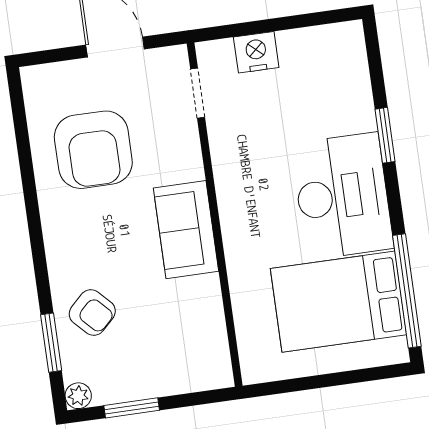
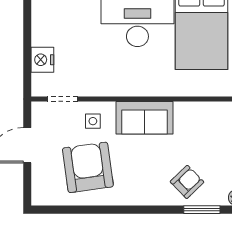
side table: (169, 147) -> (93, 121), added
armchair: (93, 150) -> (88, 167), turned -98

